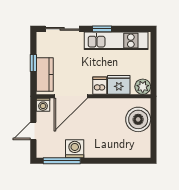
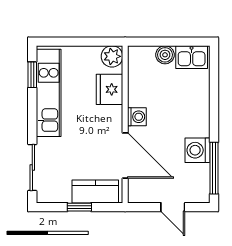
window: (102, 29) -> (32, 75), moved
dishwasher: (100, 86) -> (111, 116), removed
washing machine: (43, 105) -> (137, 117), moved
boiler: (138, 119) -> (165, 55), width x0.54, depth x0.54
kitchen sink: (142, 144) -> (192, 57), added

